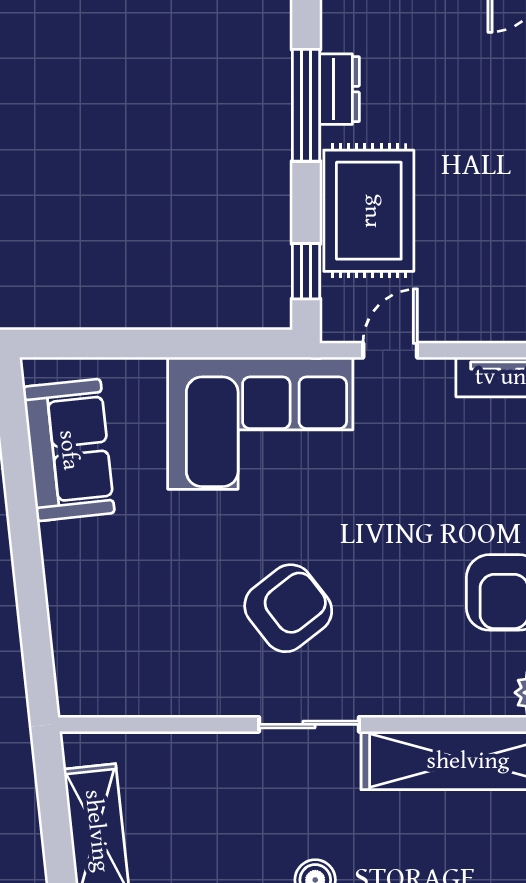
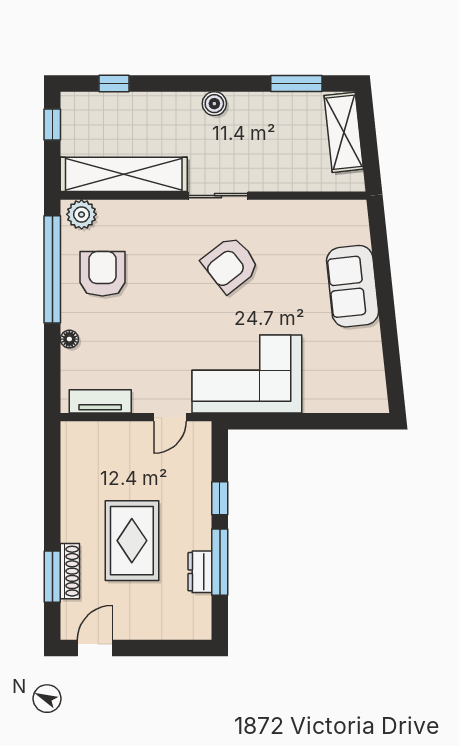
rug: (369, 211) -> (132, 541), moved
window: (306, 271) -> (220, 498), moved
sofa: (69, 450) -> (353, 286), moved

